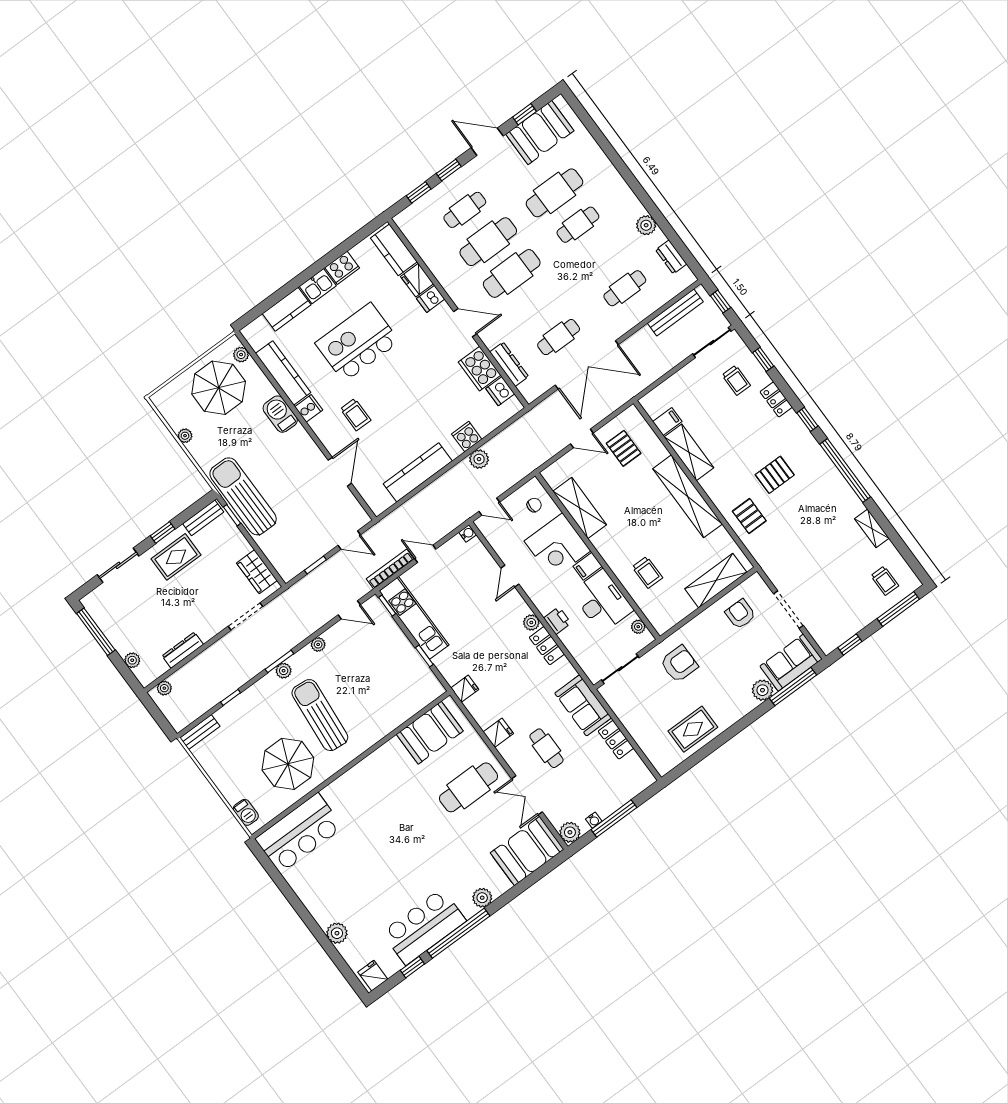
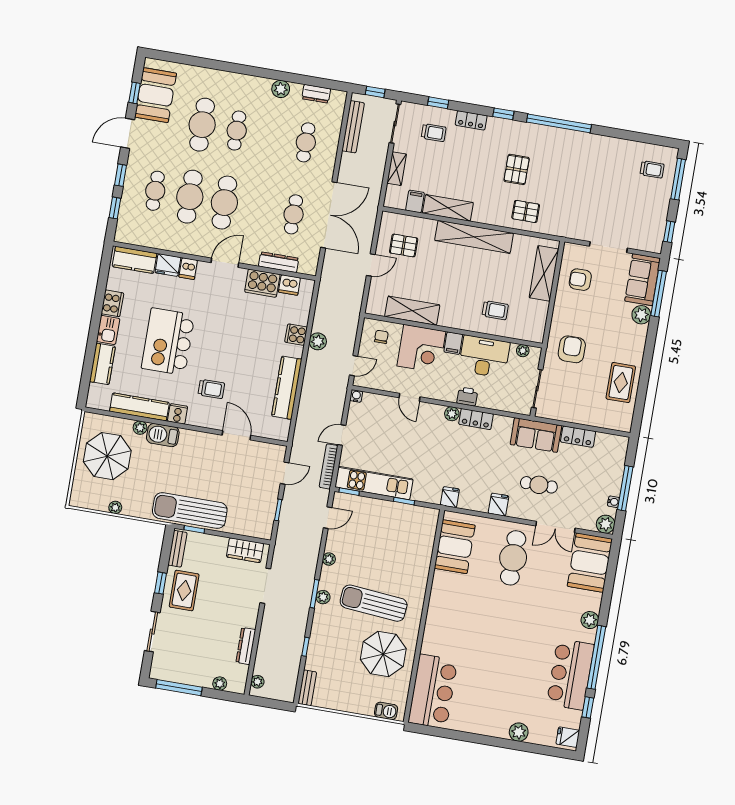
plant: (241, 355) -> (140, 428), moved
shelving: (872, 528) -> (397, 169), moved, turned 90

